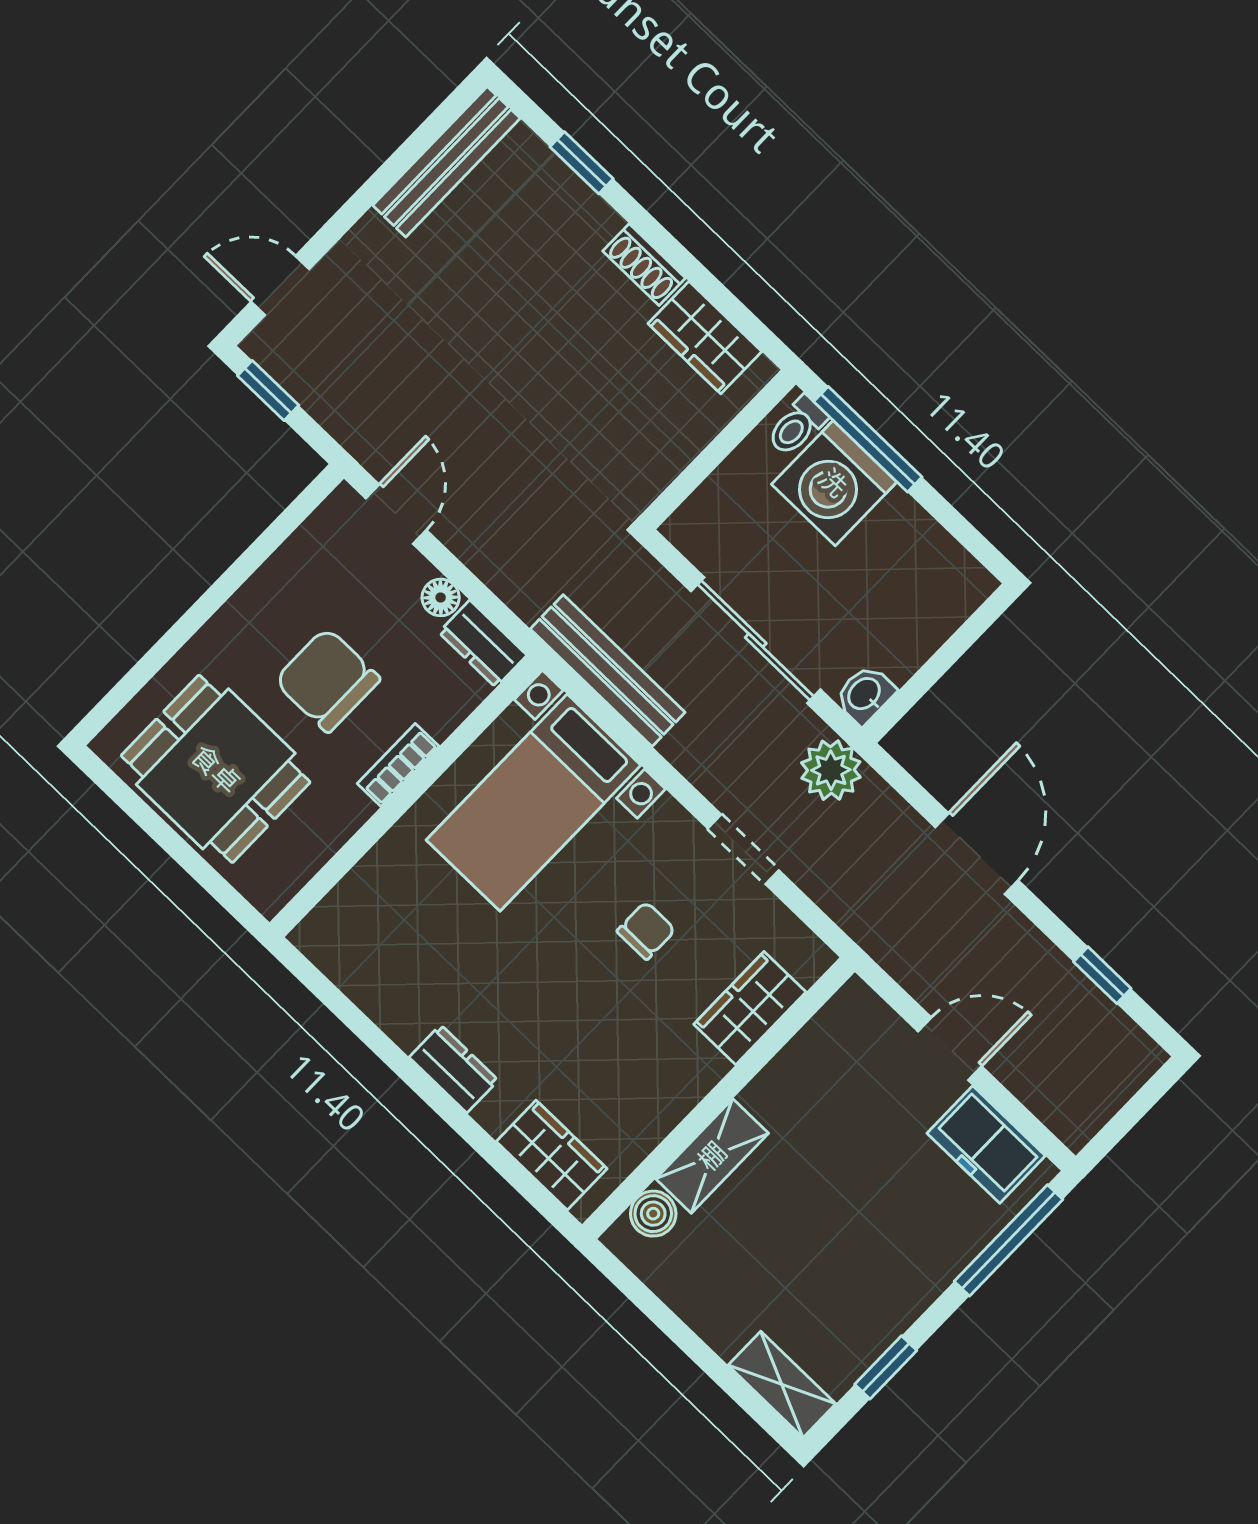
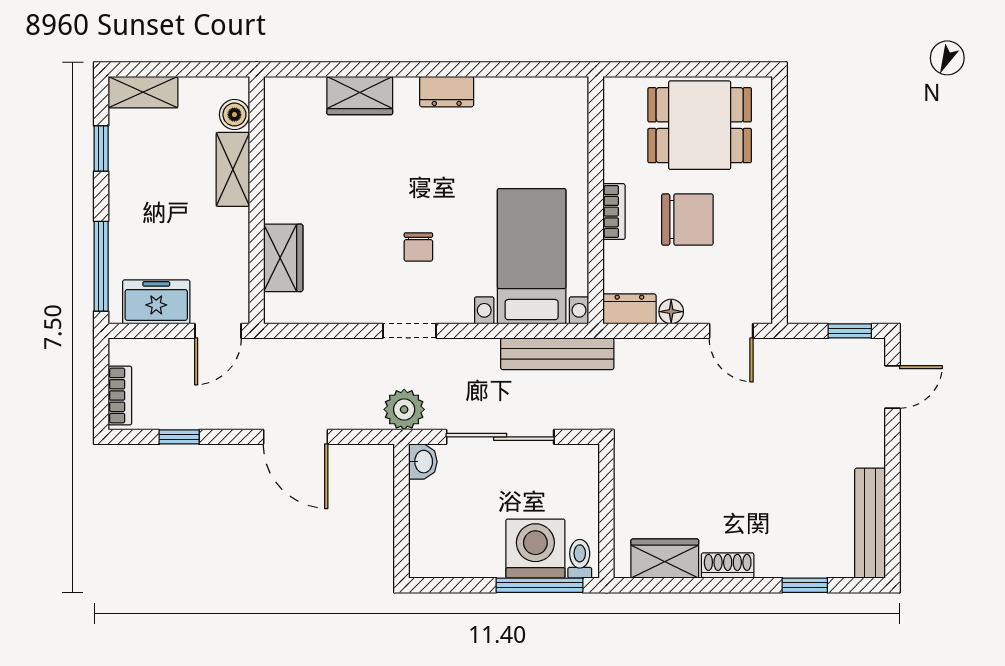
wardrobe: (750, 1008) -> (283, 258), moved
bookcase: (1123, 1081) -> (120, 396), added
wall: (719, 1098) -> (257, 200), moved
shelving: (712, 1156) -> (233, 169), moved
boiler: (653, 1214) -> (234, 115), moved

